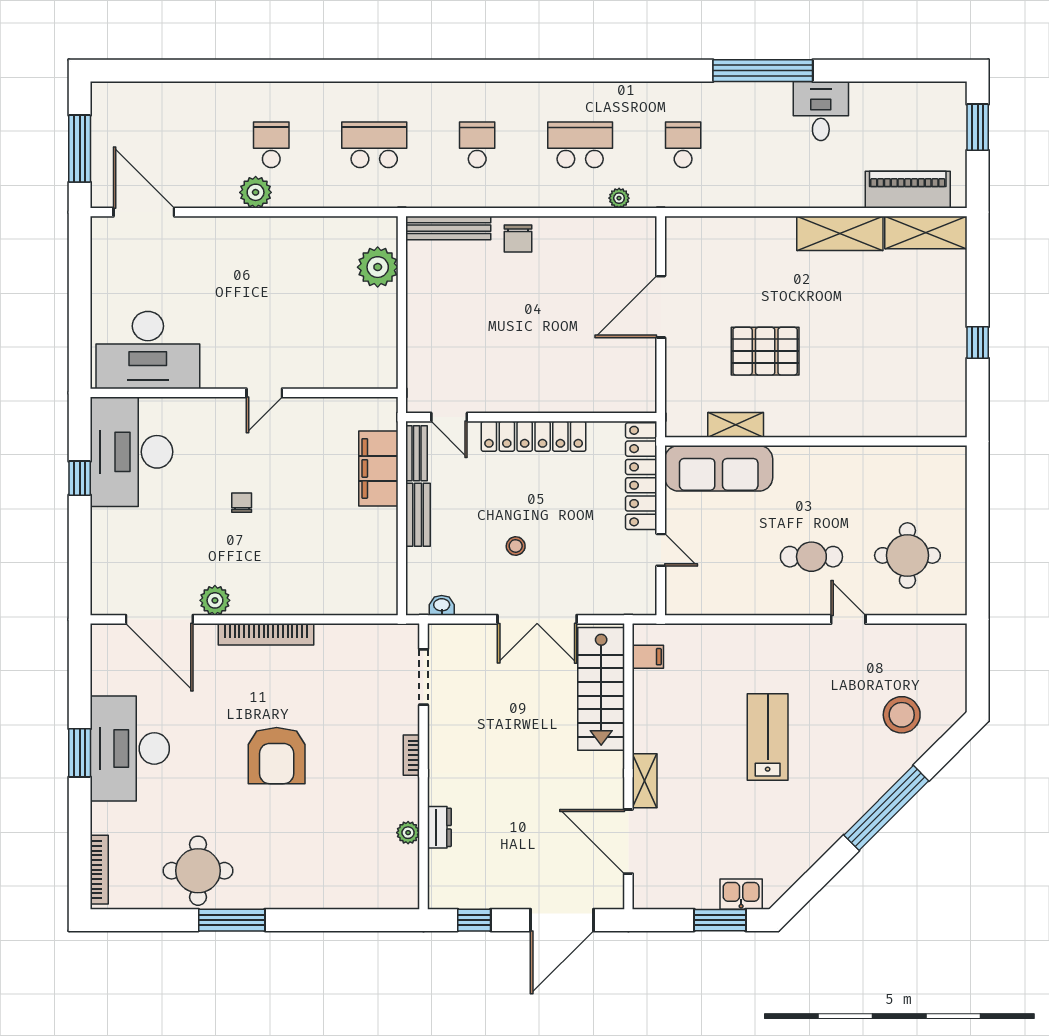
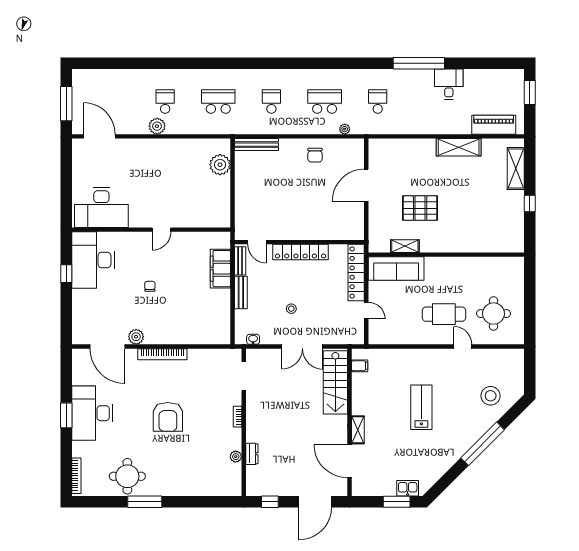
shelving: (926, 233) -> (516, 169), moved, turned 90
chair: (518, 238) -> (315, 155), moved
cafe table: (811, 557) -> (444, 314), width x1.37, depth x1.35

